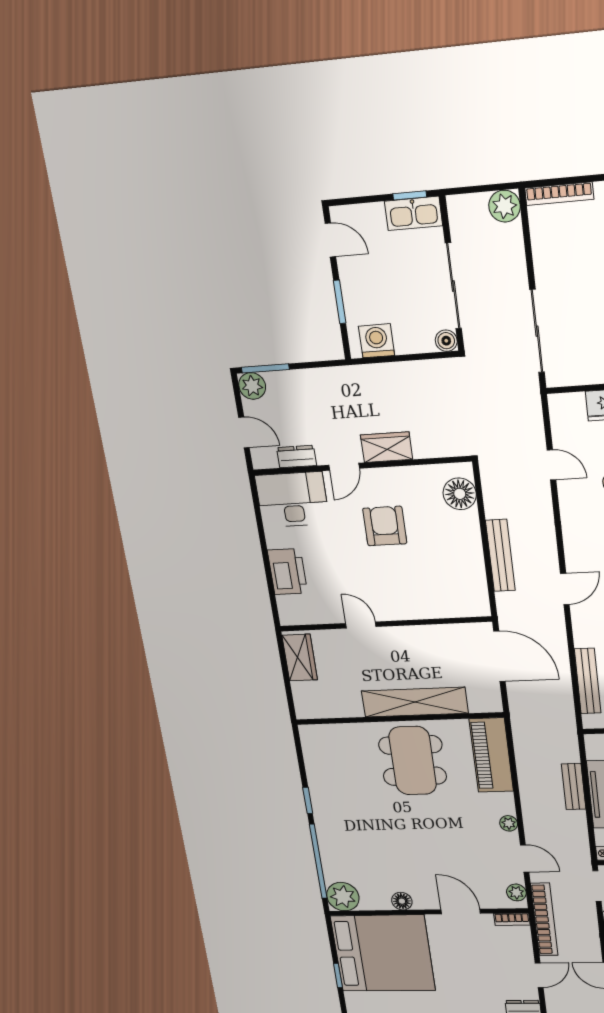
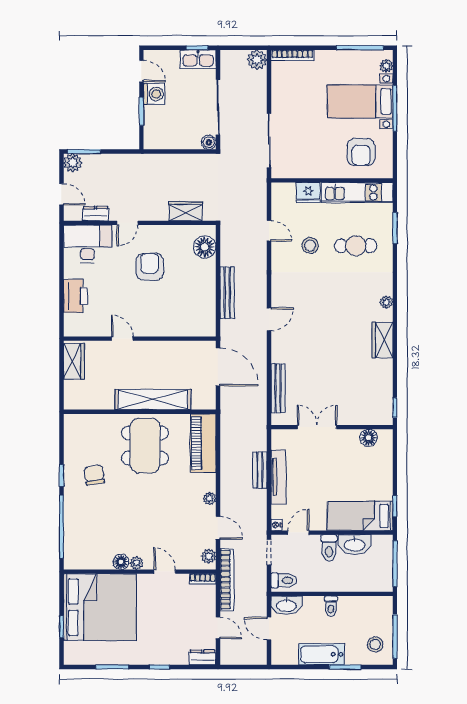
washing machine: (377, 341) -> (154, 94), moved, turned 90
wardrobe: (387, 447) -> (186, 211), moved
chair: (350, 799) -> (94, 475), added
plant: (343, 897) -> (137, 563), moved, width x0.53, depth x0.53
door: (461, 912) -> (165, 572), width x0.73
door: (539, 975) -> (218, 628), hinge flipped

